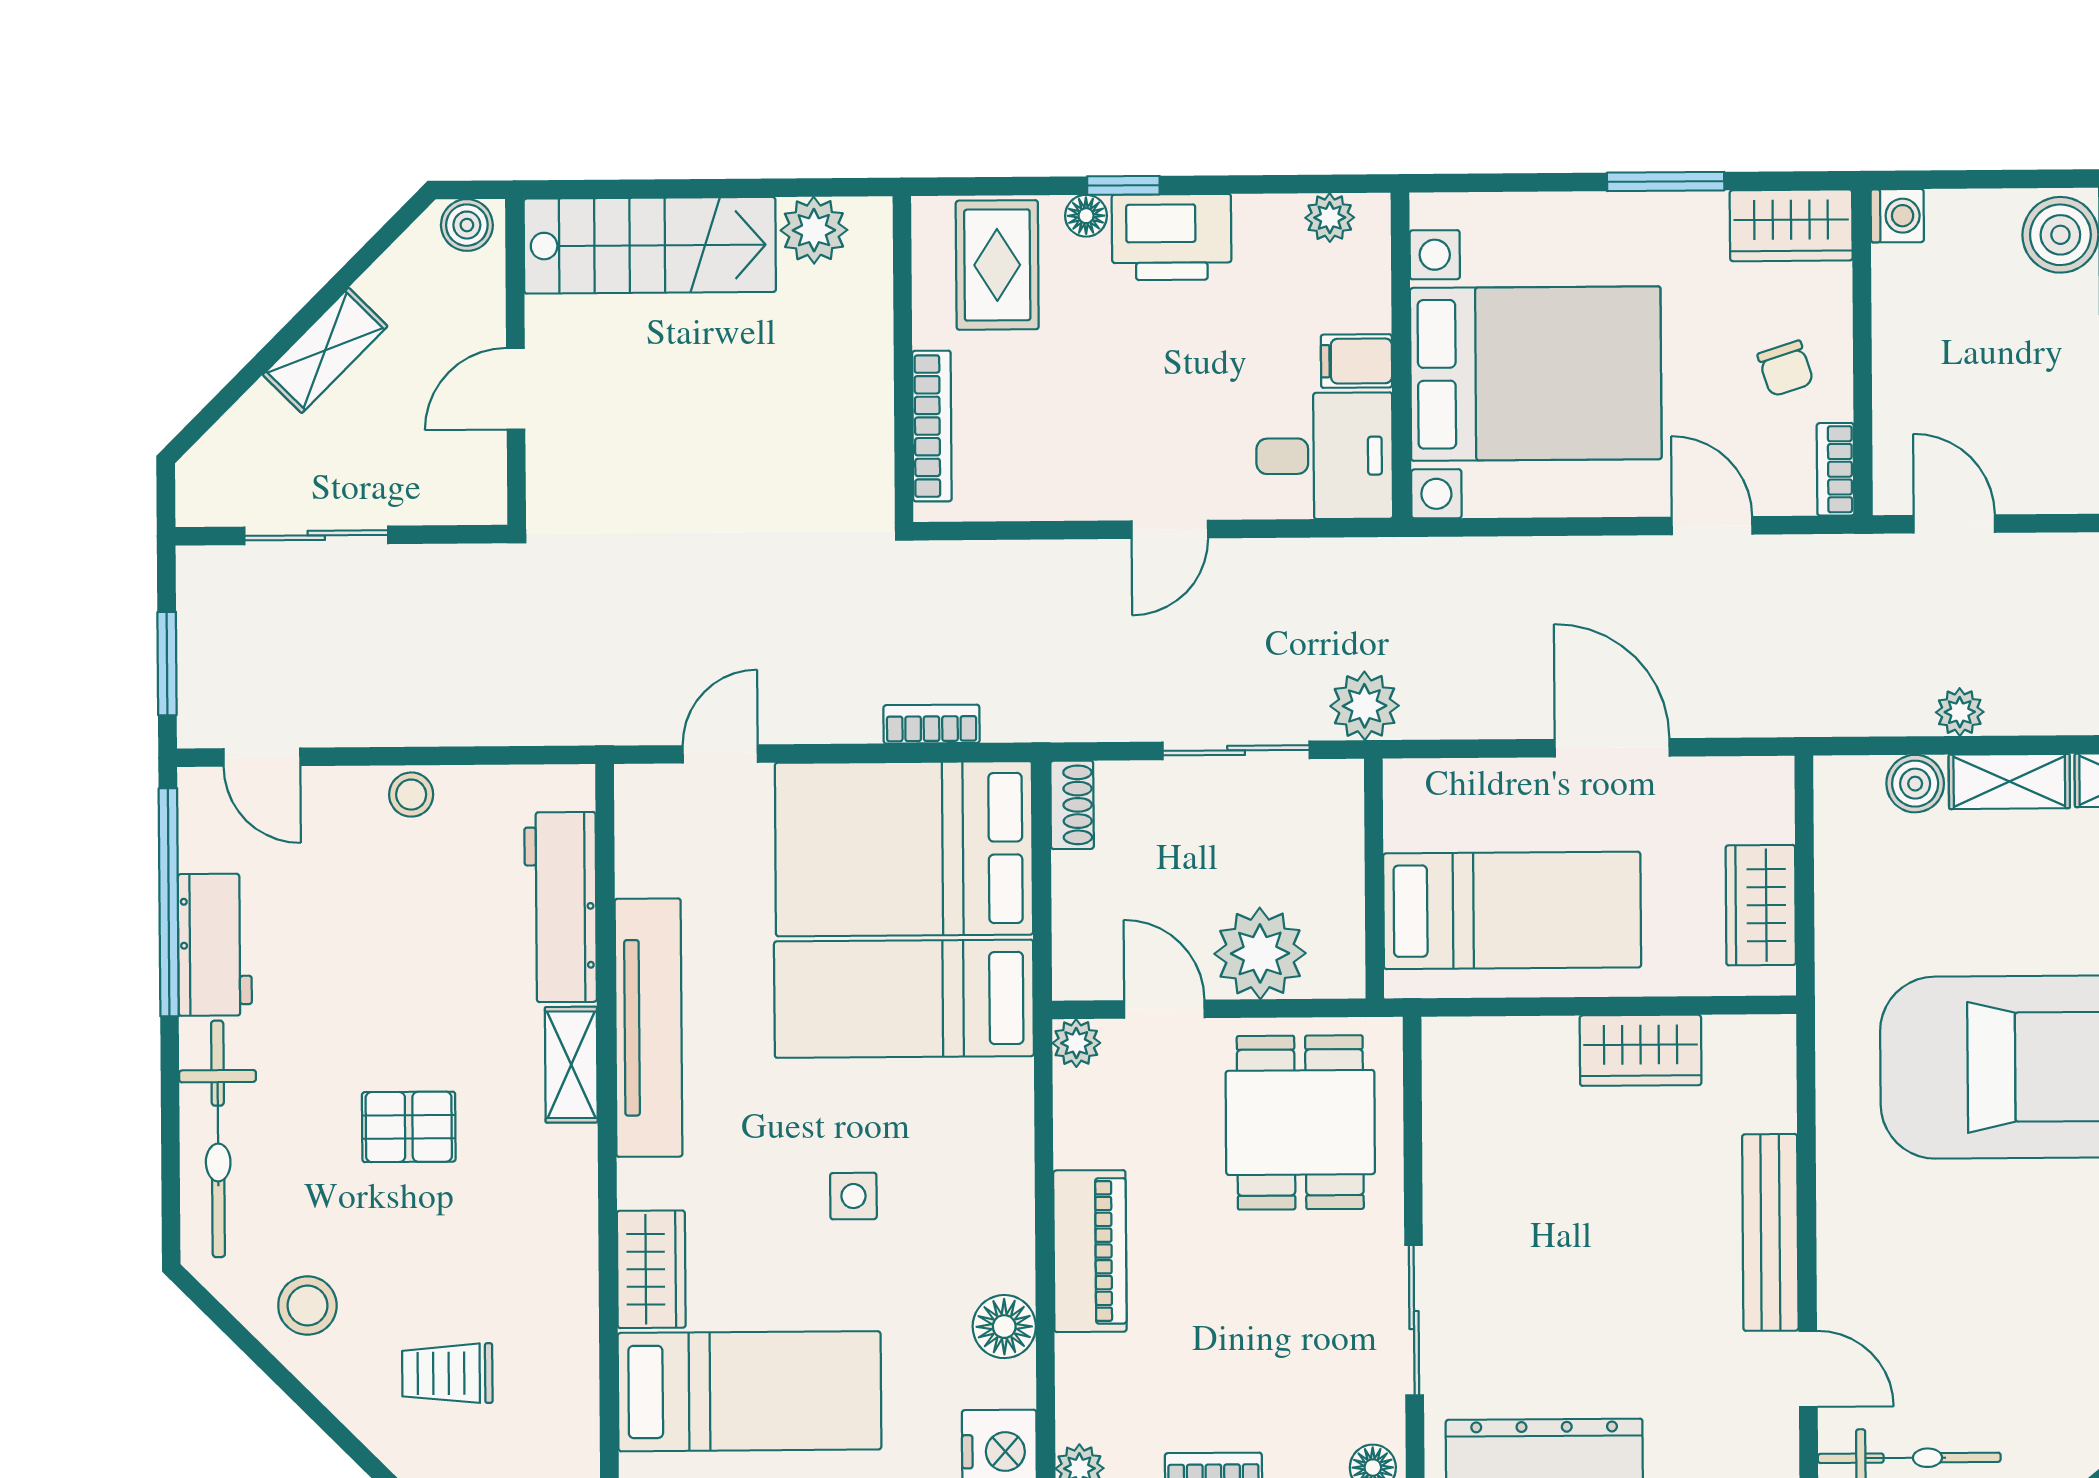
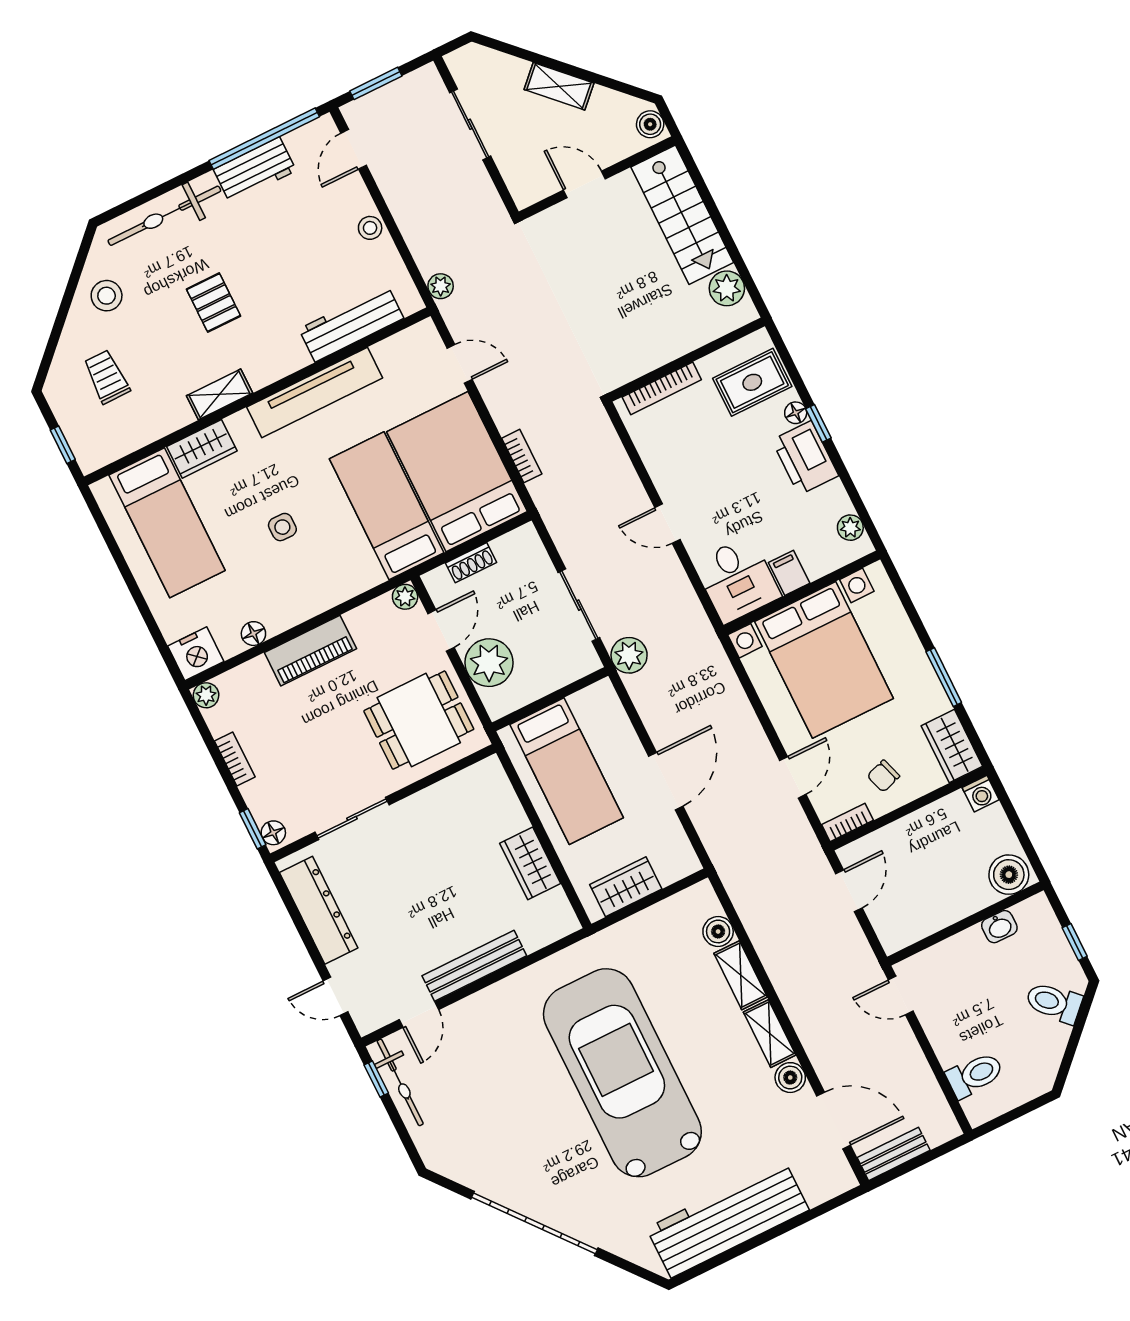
plant: (1960, 712) -> (441, 286), moved
shoe rack: (1072, 805) -> (471, 563), moved
shelving: (571, 1065) -> (220, 394), moved
floor lamp: (1004, 1327) -> (253, 634), width x0.73, depth x0.73

